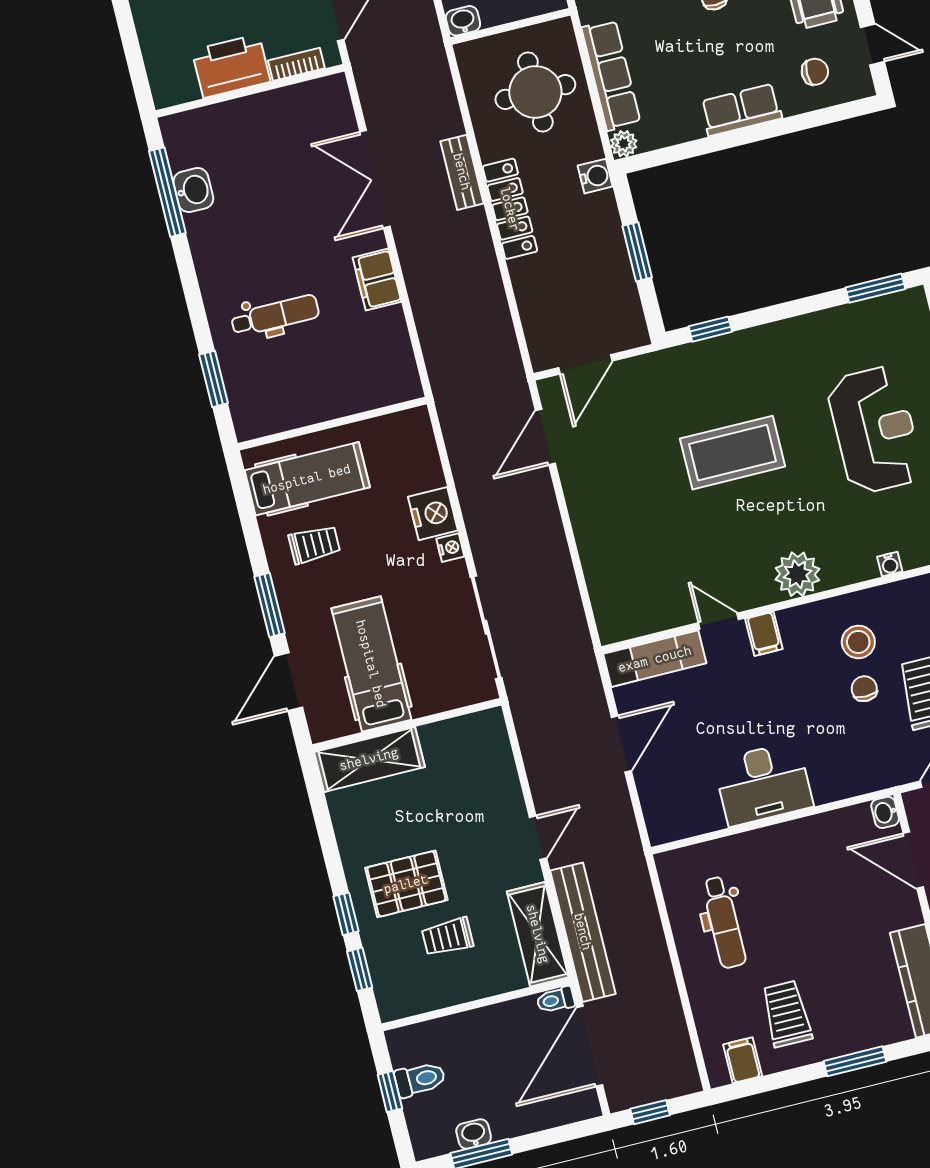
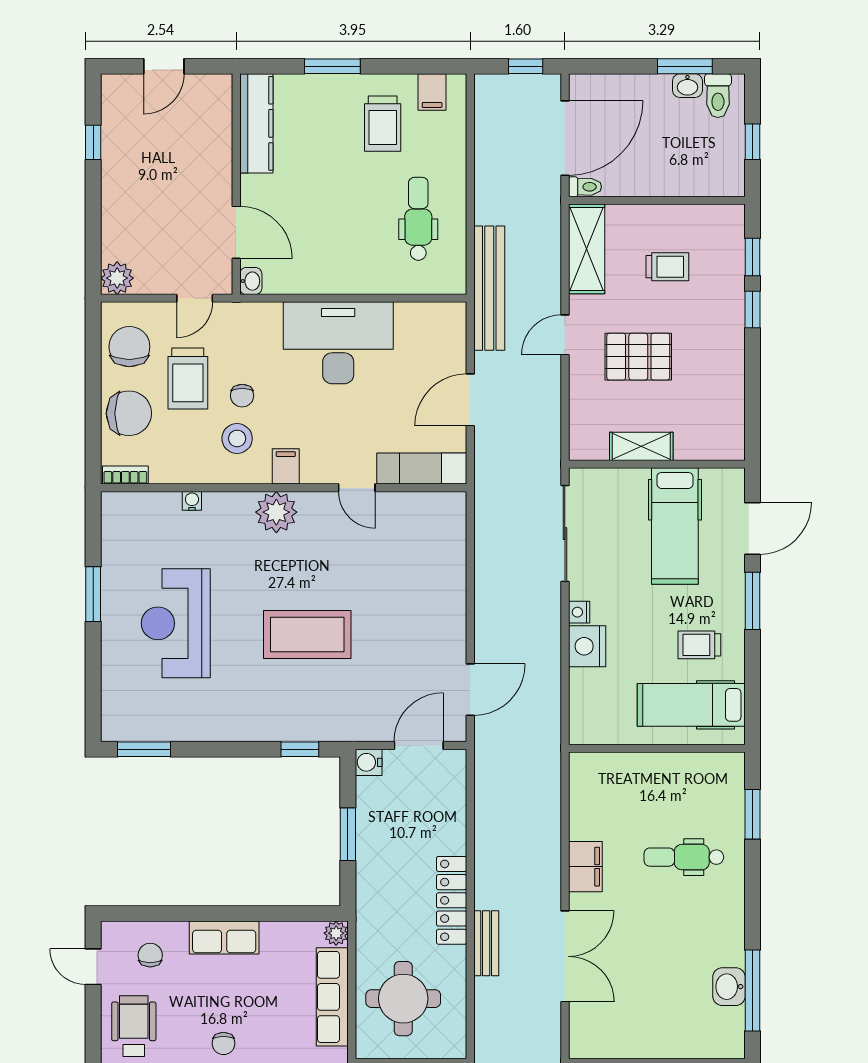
chair: (815, 72) -> (150, 955), turned 90
water cooler: (595, 176) -> (369, 762), moved
filing cabinet: (764, 634) -> (286, 466), moved
shelving: (369, 759) -> (641, 446), moved, width x0.67, depth x0.75
desk: (763, 784) -> (338, 343), width x1.36, depth x1.30
pallet: (406, 884) -> (638, 357), moved
bench: (583, 932) -> (489, 288), moved
toilet: (420, 1079) -> (718, 96), moved, turned -90

